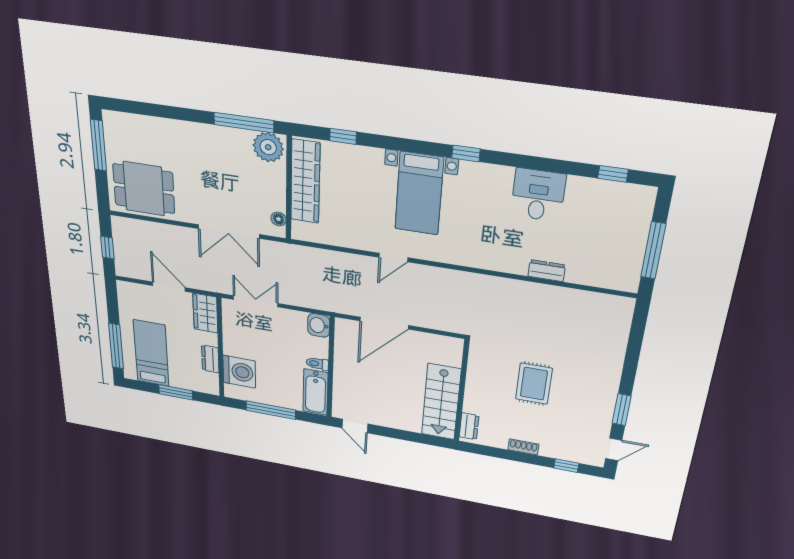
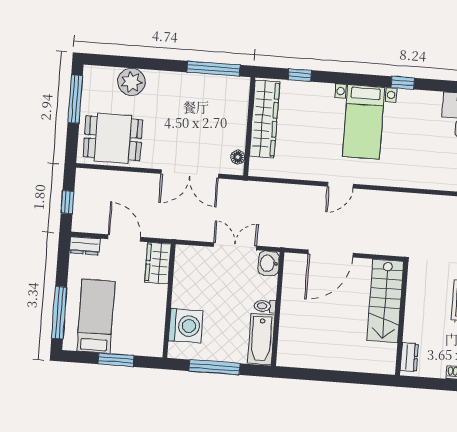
plant: (268, 147) -> (131, 82), moved
double door: (255, 301) -> (235, 246), moved
dresser: (210, 359) -> (85, 246), moved, turned -90
stairs: (441, 402) -> (385, 301), moved
door: (355, 426) -> (299, 374), removed

